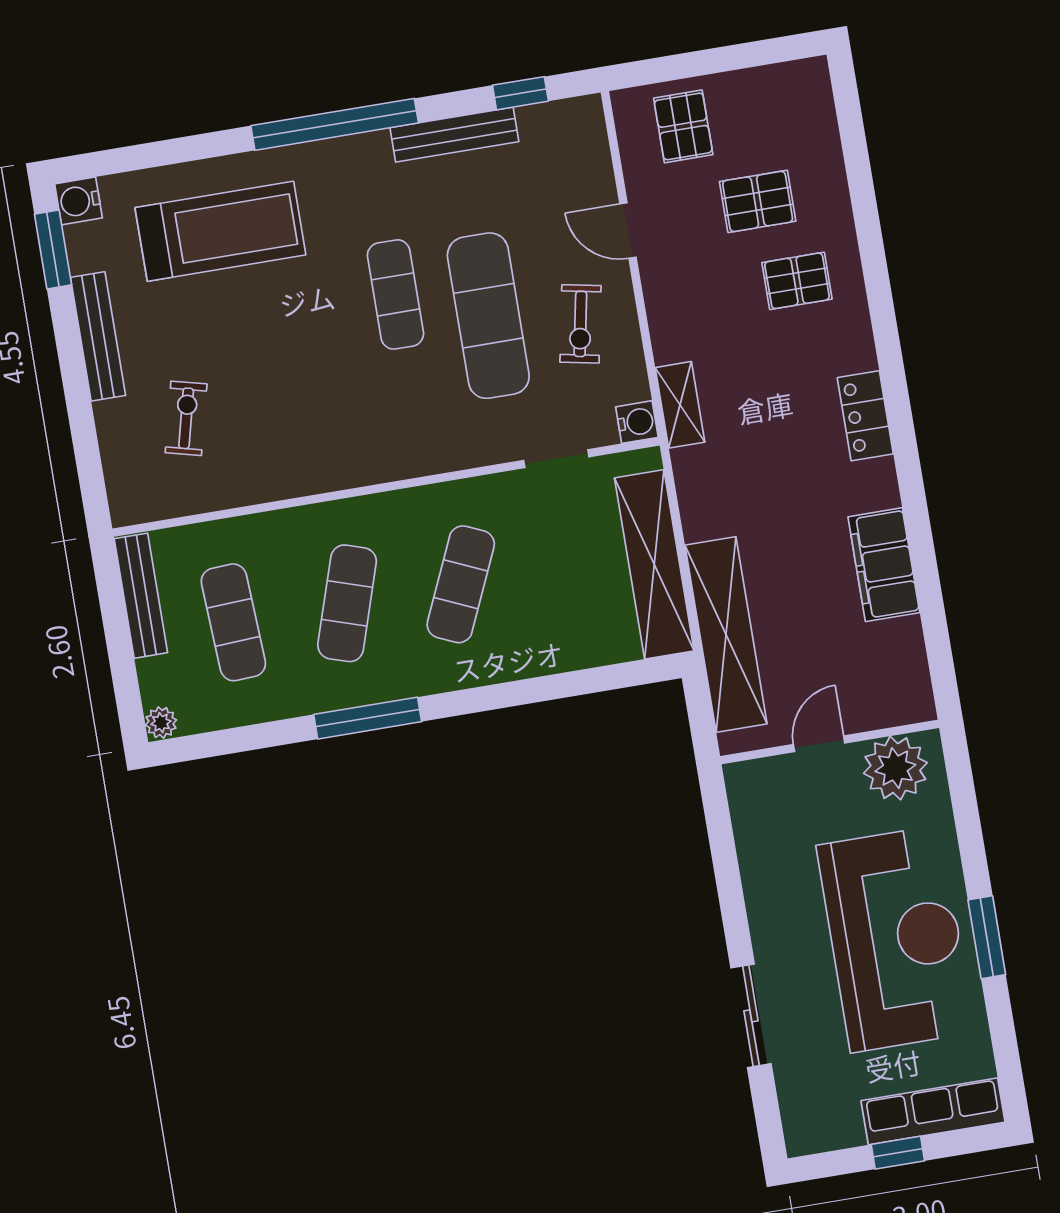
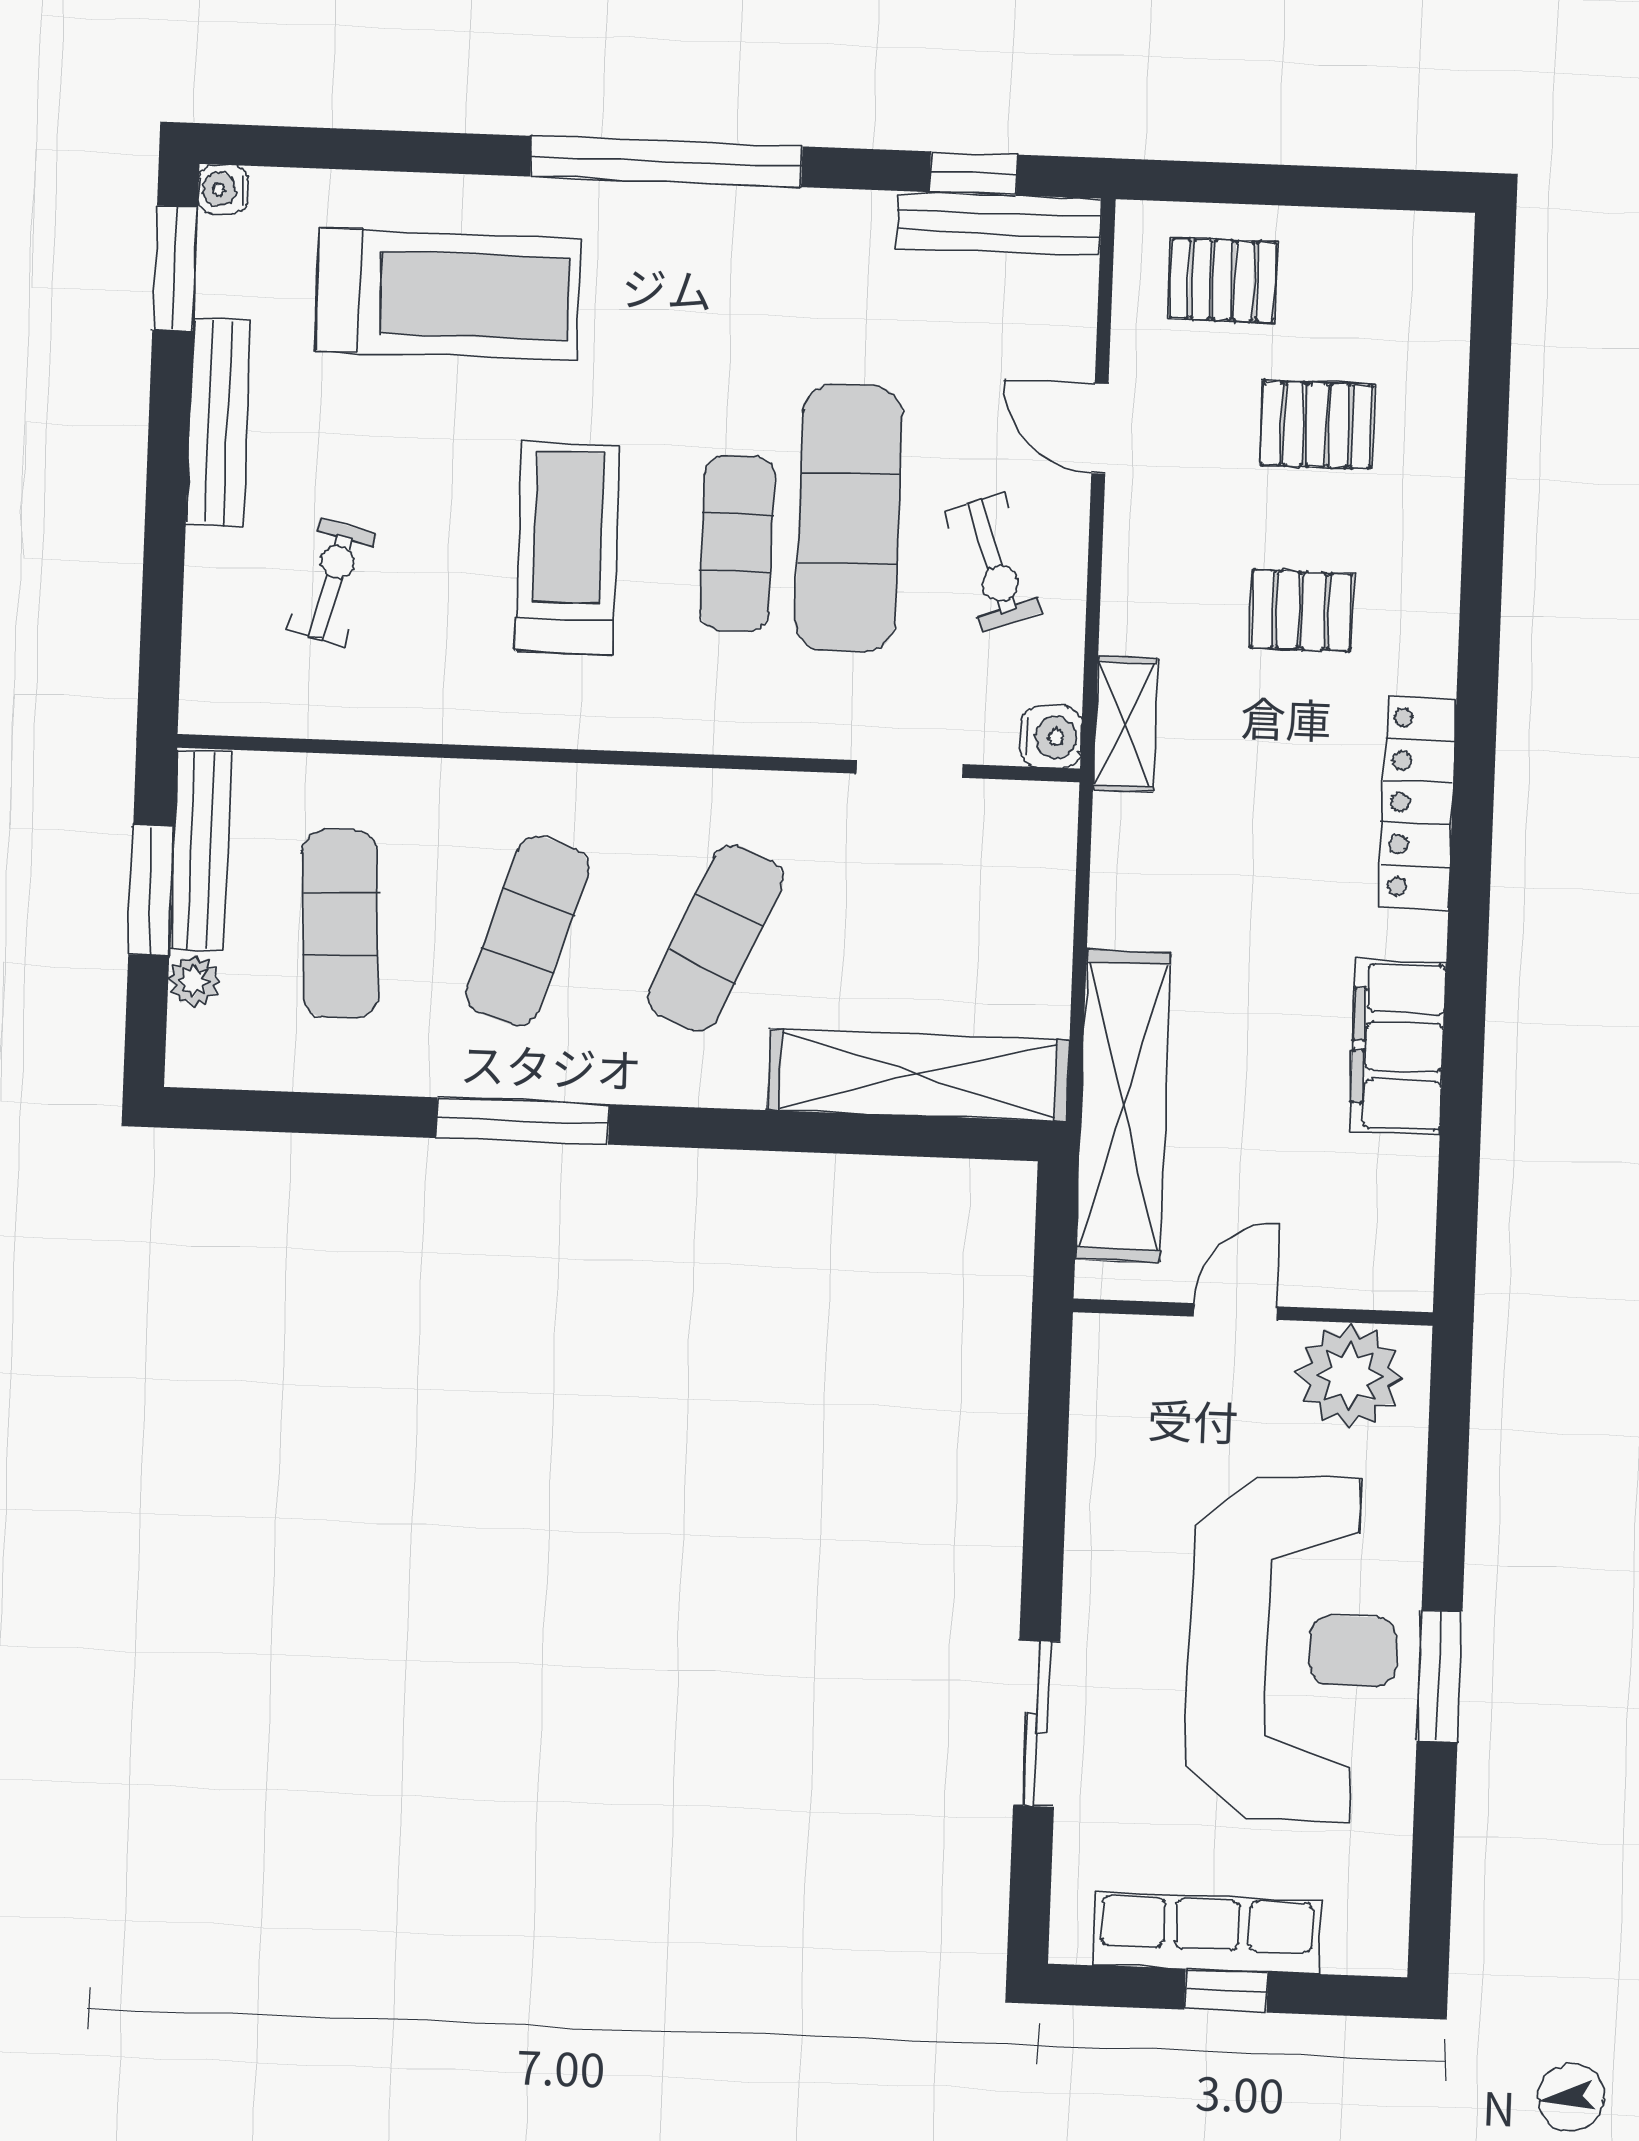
pallet: (683, 126) -> (1223, 280), turned 90
bench: (454, 135) -> (999, 223), moved
water cooler: (79, 201) -> (223, 189), width x0.72, depth x0.72
pallet: (797, 281) -> (1301, 611), moved
exercise mat: (395, 294) -> (737, 543), moved
exercise bike: (580, 324) -> (993, 562), turned -31
treadmill: (323, 369) -> (568, 548), added
locker: (865, 416) -> (1418, 803), width x1.53
shelving: (654, 564) -> (918, 1075), moved, turned 90
window: (116, 626) -> (151, 890), added
plant: (161, 723) -> (194, 981), moved
row of seats: (933, 1111) -> (1207, 1933), moved

